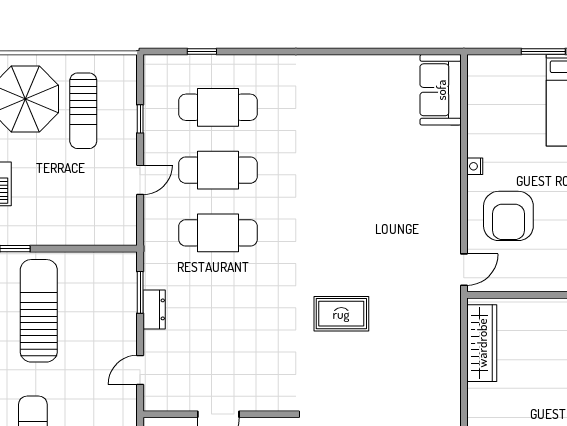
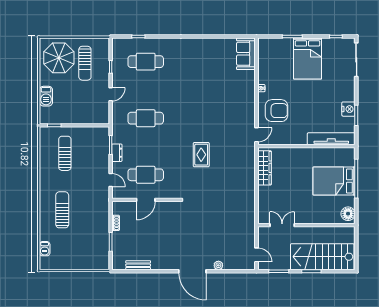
cafe table: (218, 170) -> (146, 175), moved
armchair: (508, 216) -> (277, 111), turned -90
sun lounger: (39, 311) -> (65, 153), width x0.73, depth x0.75
rug: (341, 314) -> (201, 155), turned 90
door: (140, 370) -> (111, 180), swing flipped

